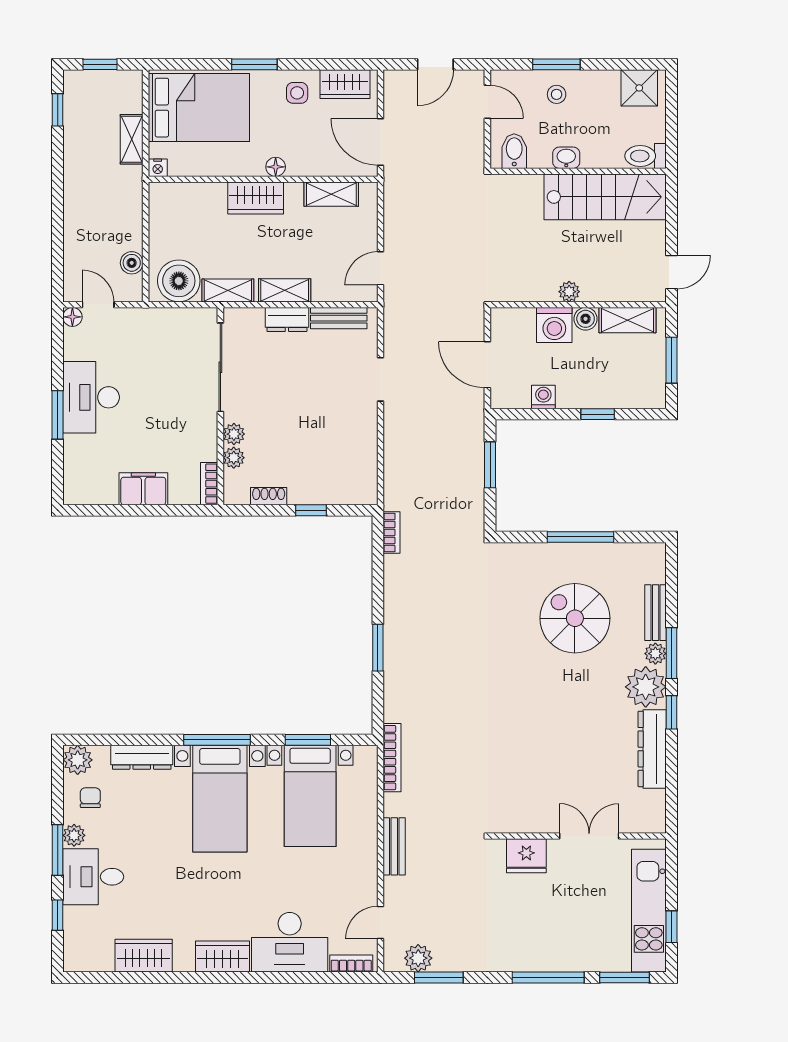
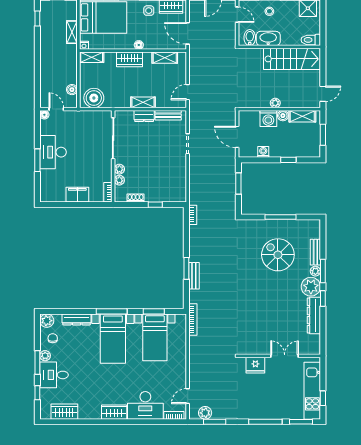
washbasin: (566, 158) -> (268, 38), width x1.91, depth x1.45
shelving: (228, 290) -> (92, 57), moved
bench: (394, 846) -> (194, 276), moved
wardrobe: (144, 956) -> (64, 412), moved

